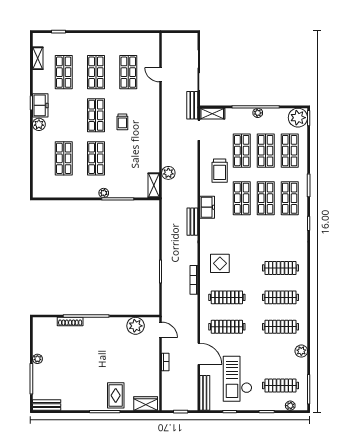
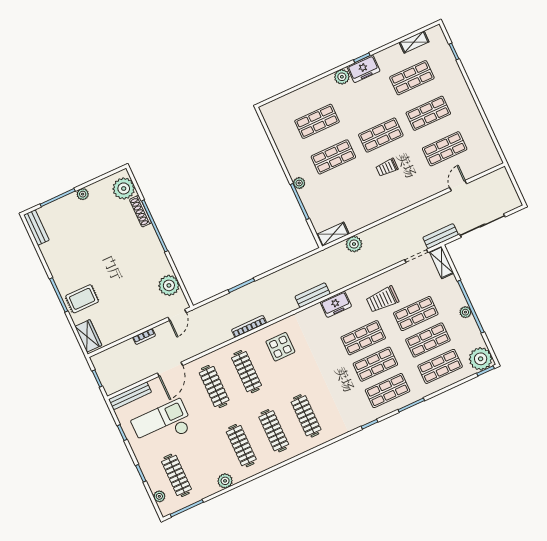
plant: (47, 326) -> (124, 188), added

